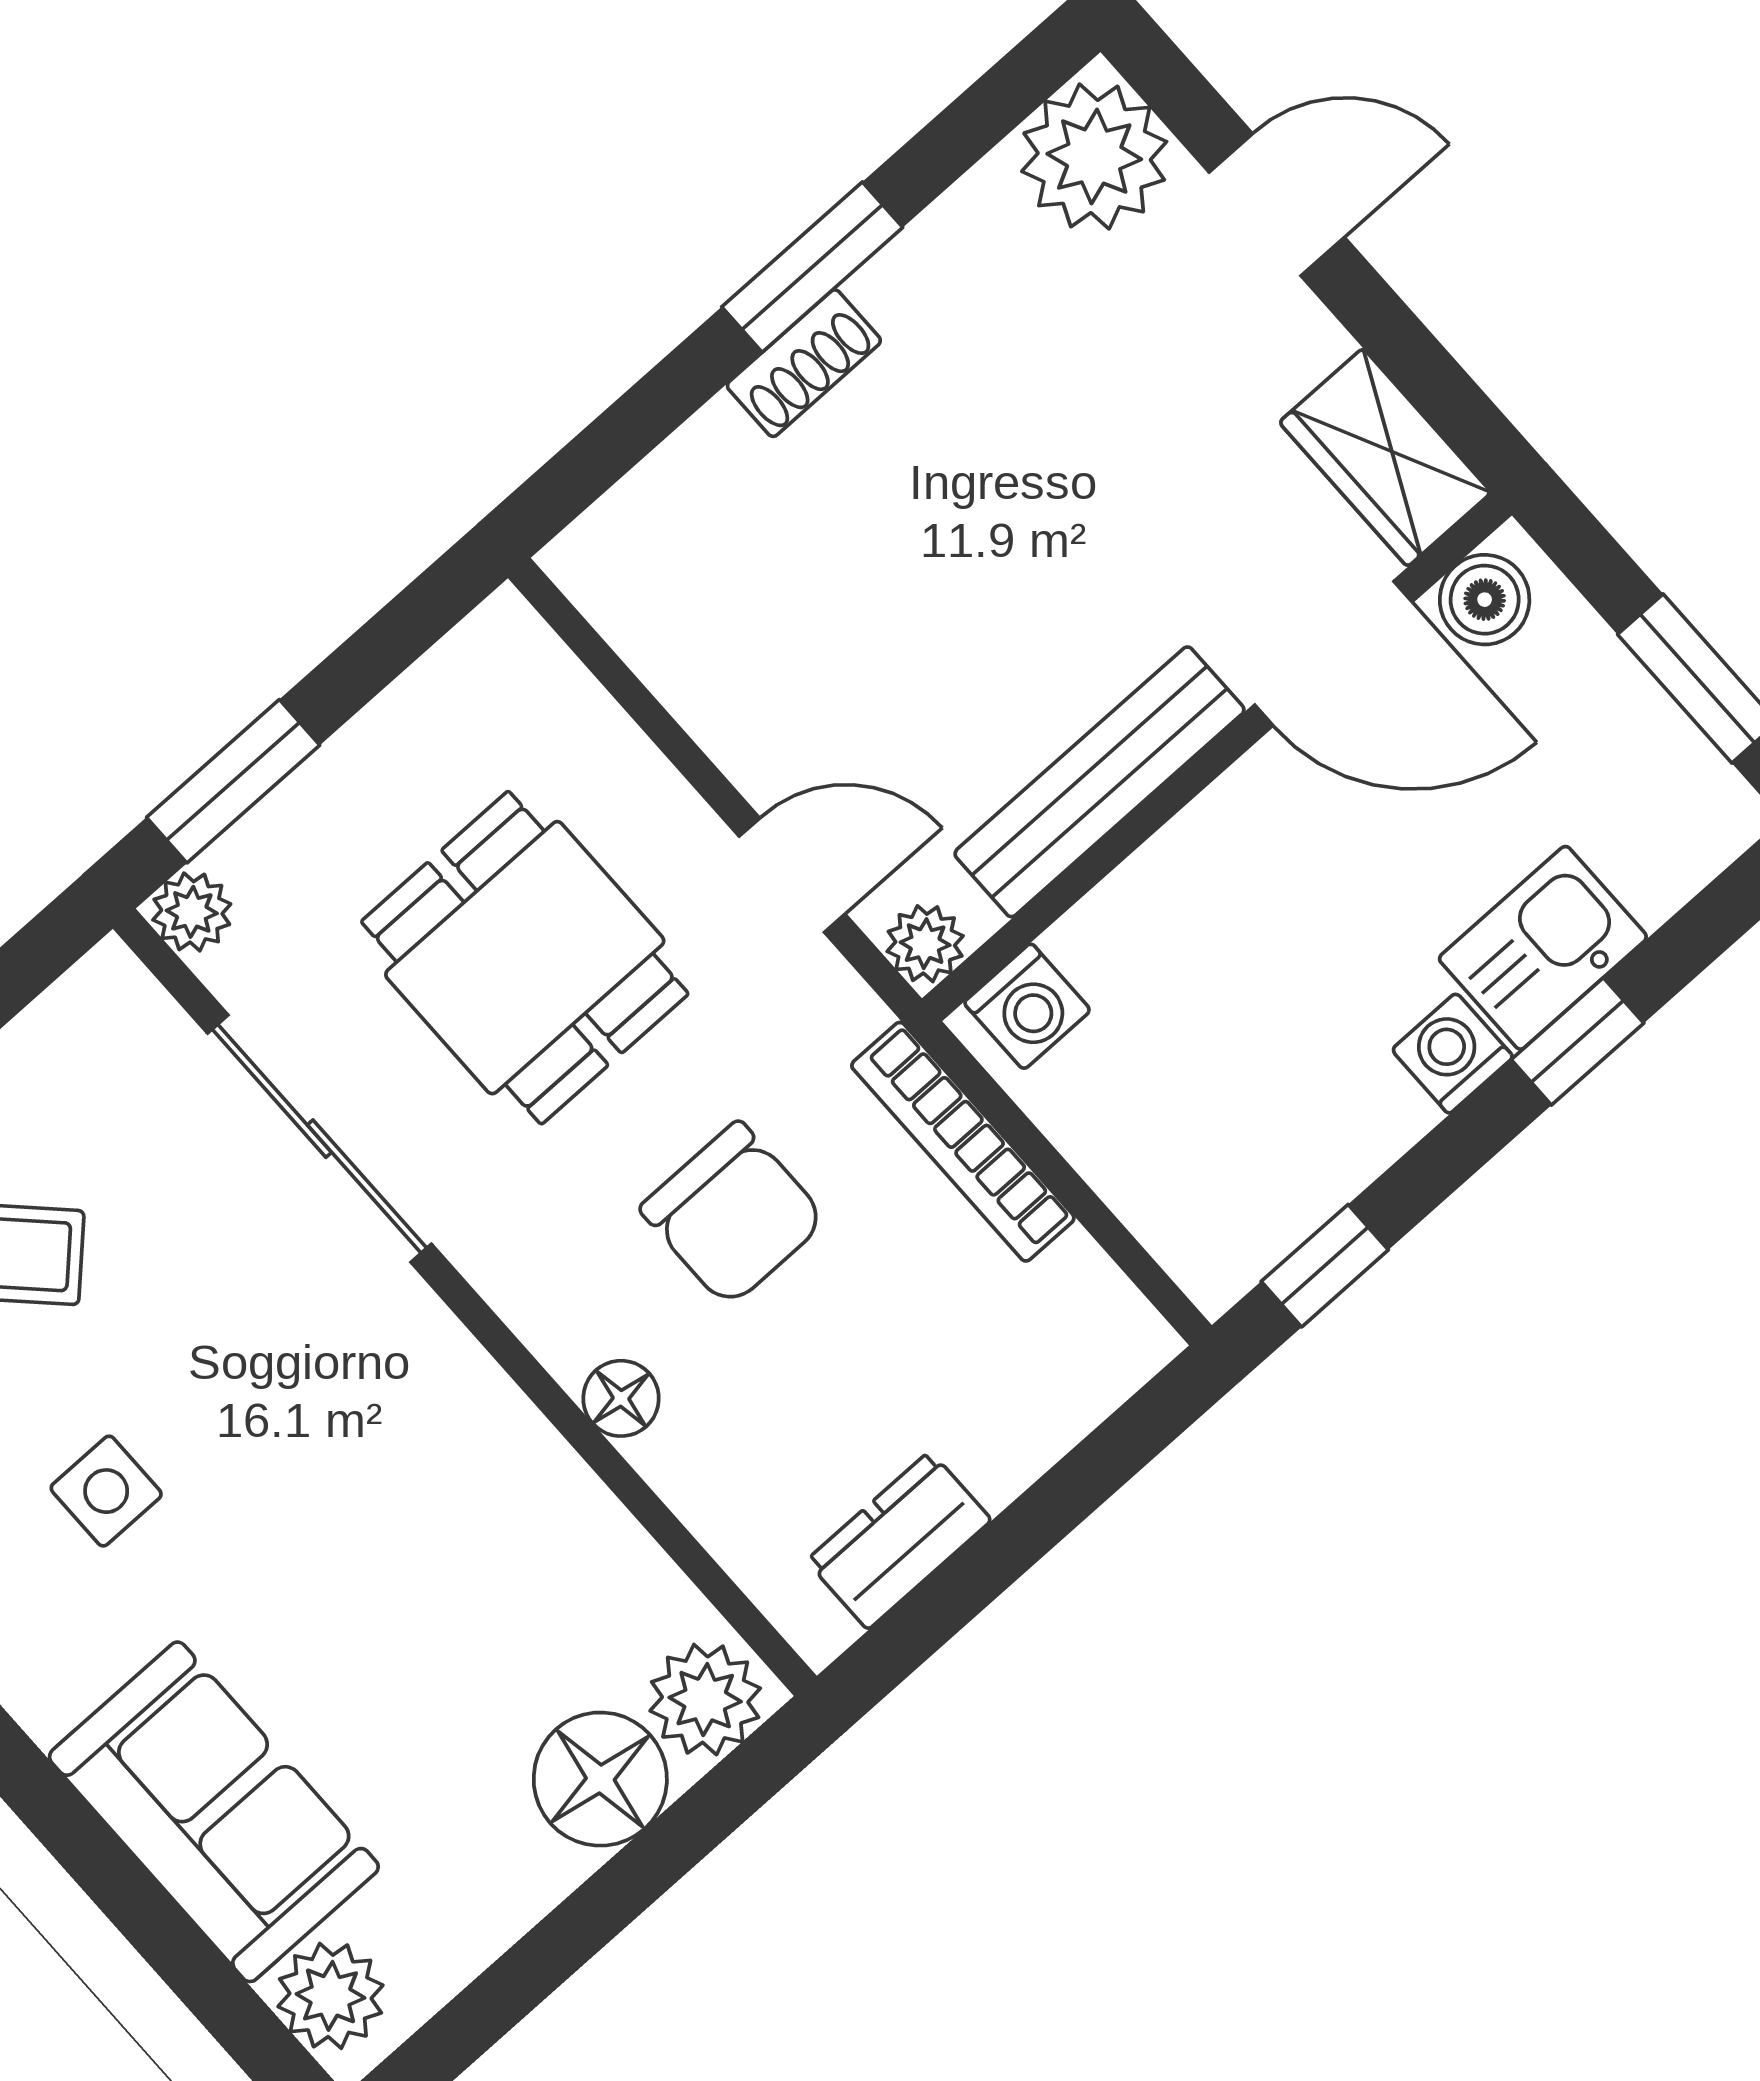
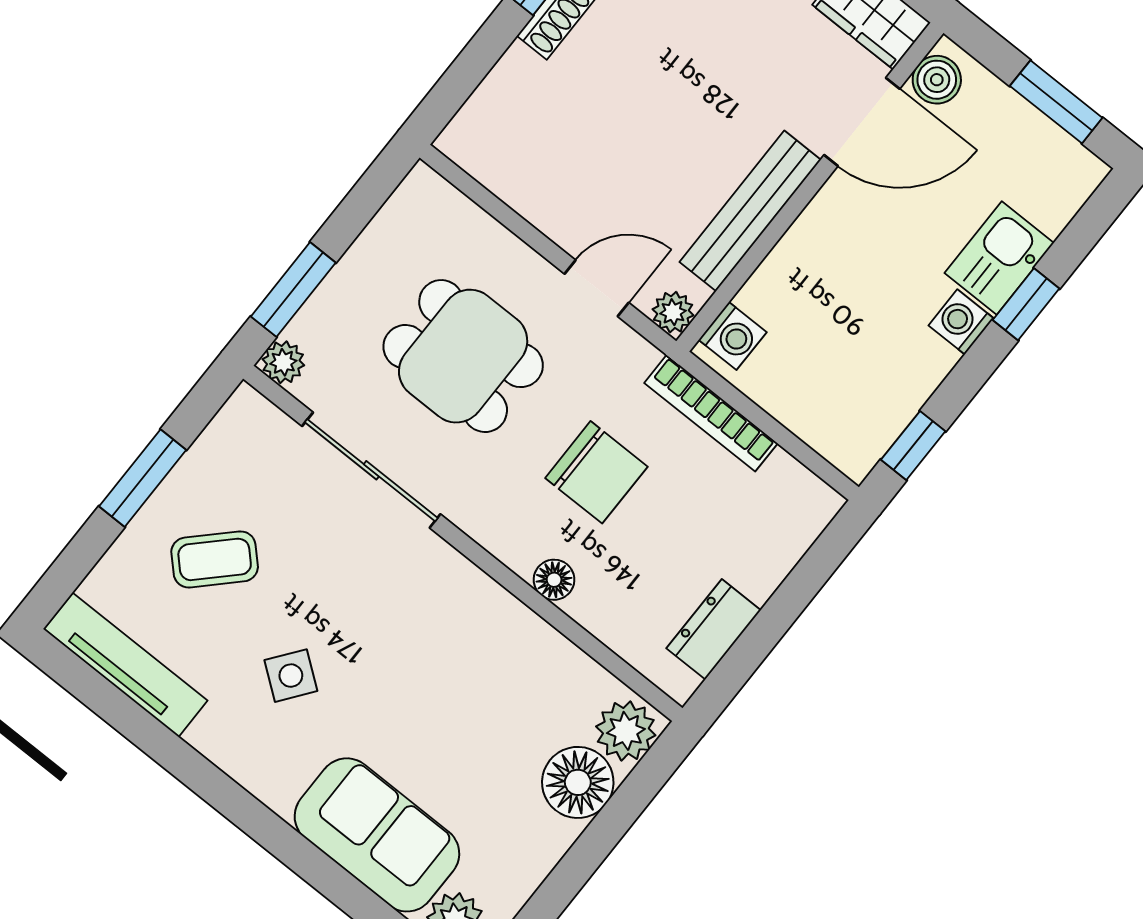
side table: (106, 1491) -> (291, 676), turned 37

